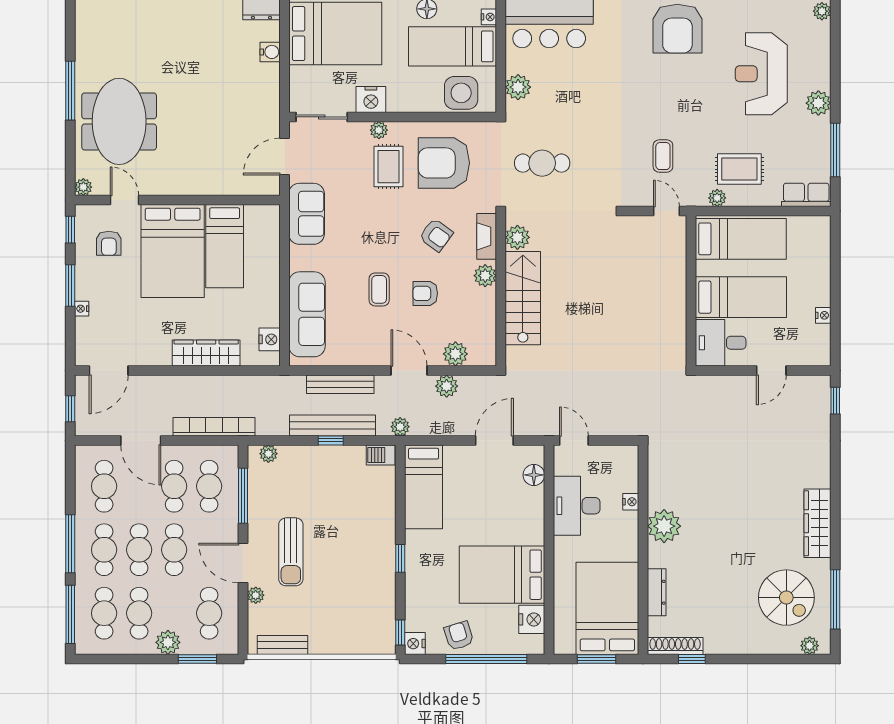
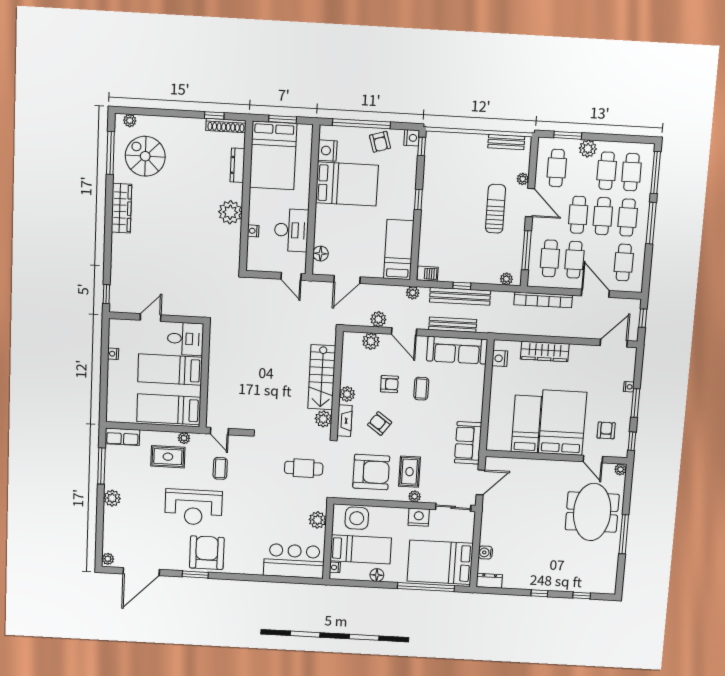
reception desk: (761, 74) -> (194, 507), moved, turned 90
sofa: (307, 314) -> (457, 350), moved, turned -90

